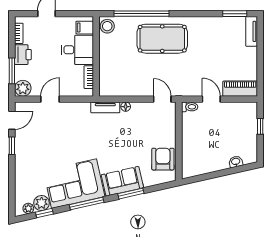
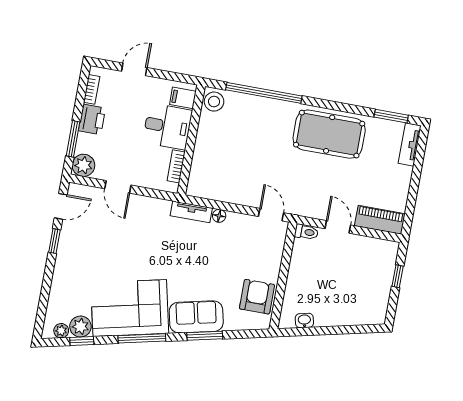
pool table: (162, 39) -> (329, 134), moved
door: (50, 99) -> (118, 187), swing flipped
washbasin: (236, 162) -> (304, 321), moved

